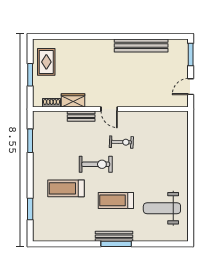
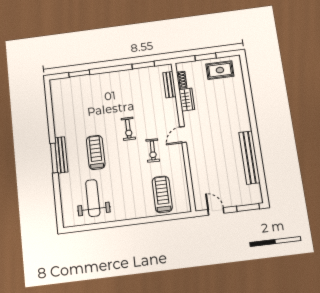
bench: (81, 116) -> (169, 85), moved
exercise bike: (96, 164) -> (128, 129), width x0.73, depth x0.72
treadmill: (66, 188) -> (162, 194), moved

